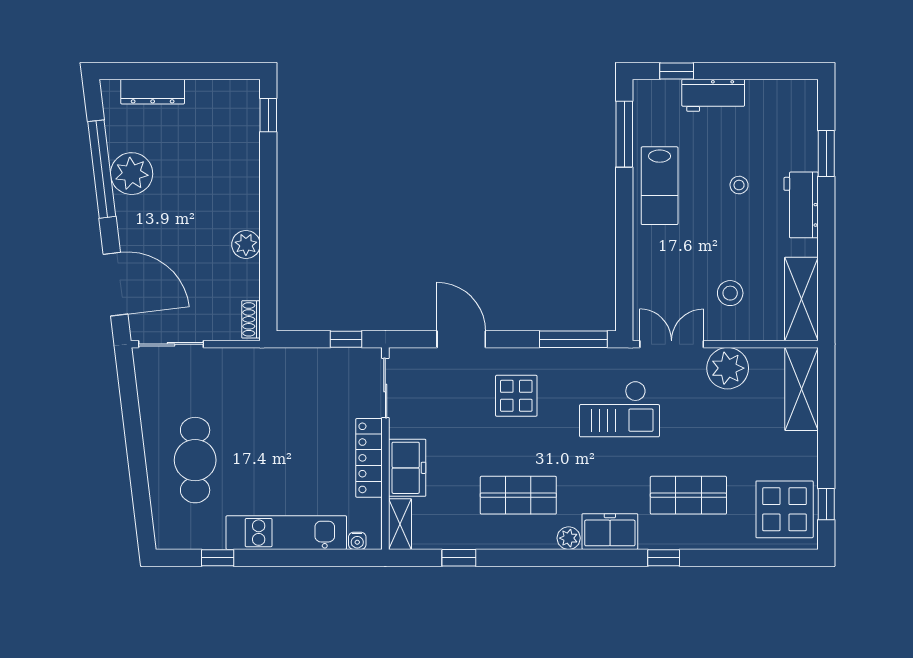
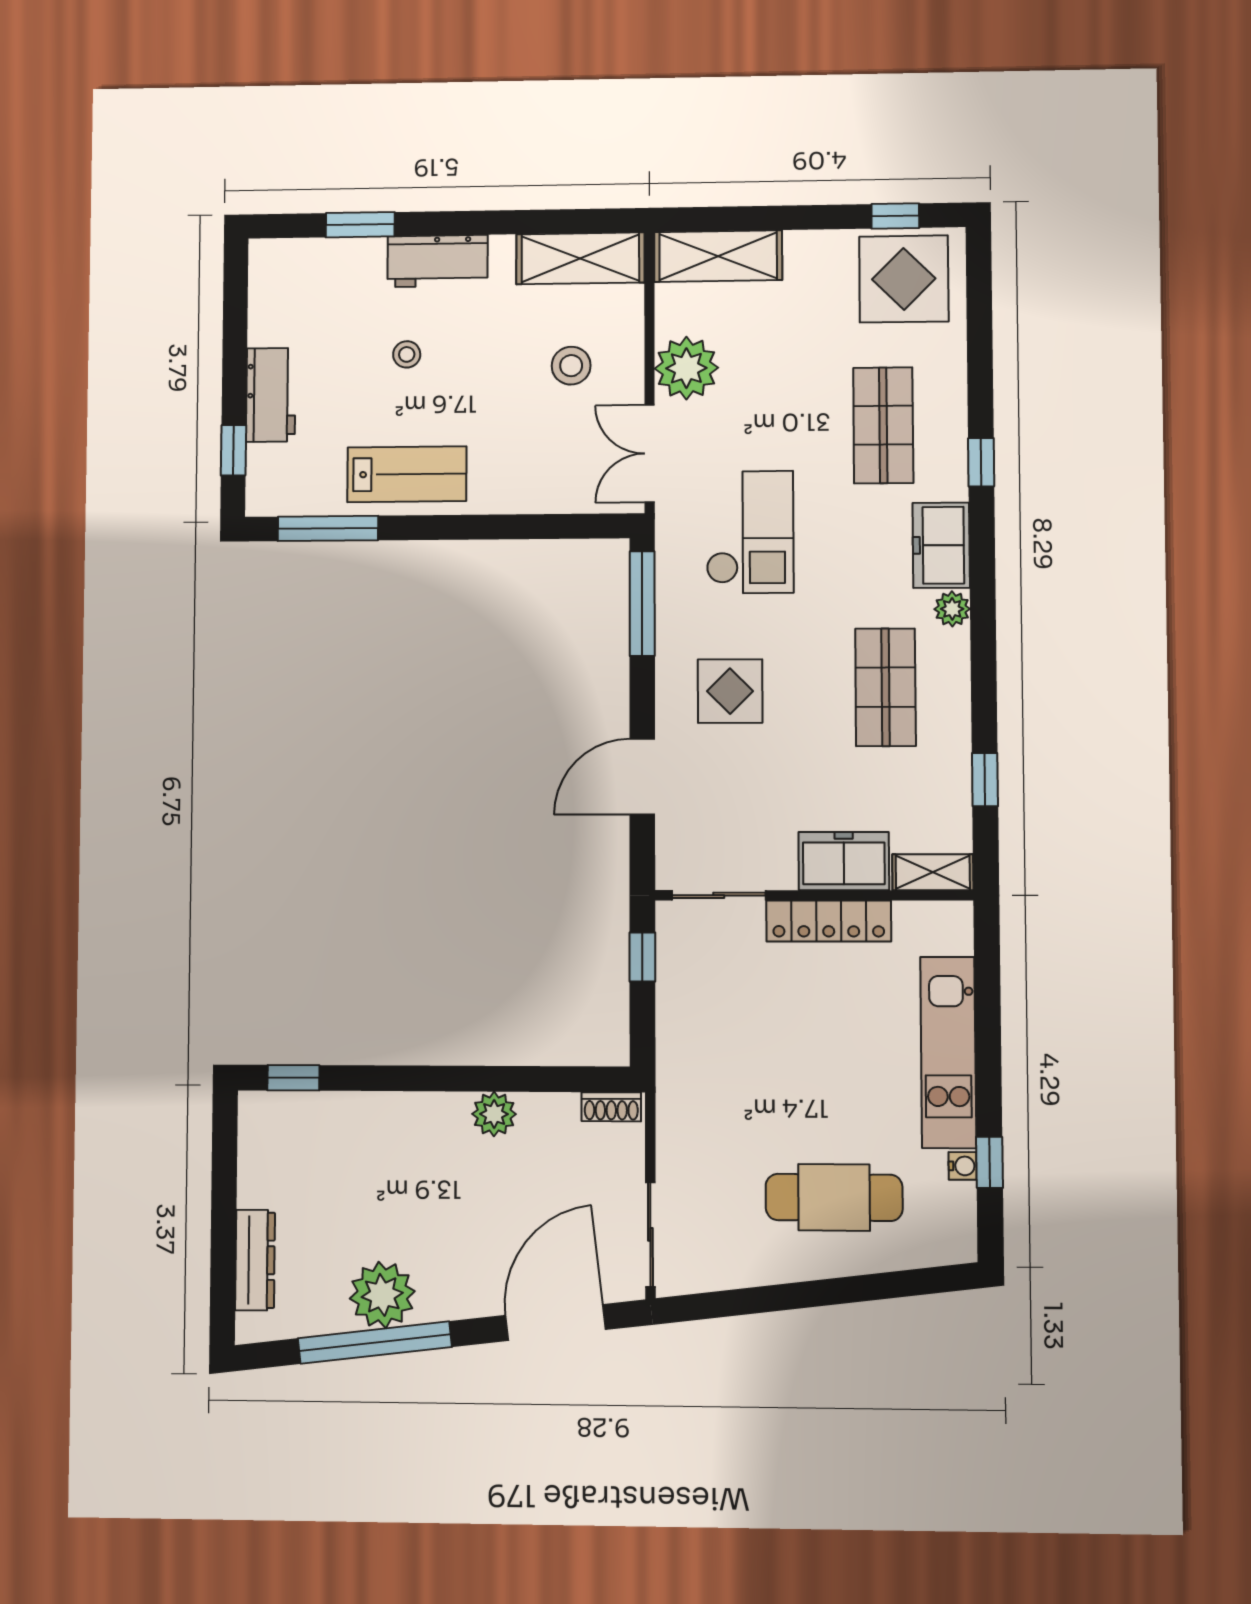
water cooler: (357, 541) -> (963, 1166), moved

